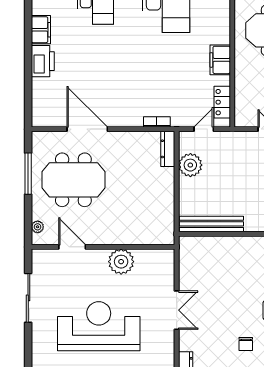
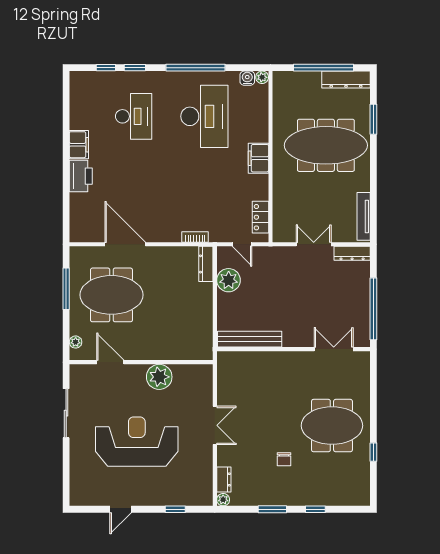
filing cabinet: (220, 60) -> (258, 158), moved
door: (204, 129) -> (242, 244), swing flipped

